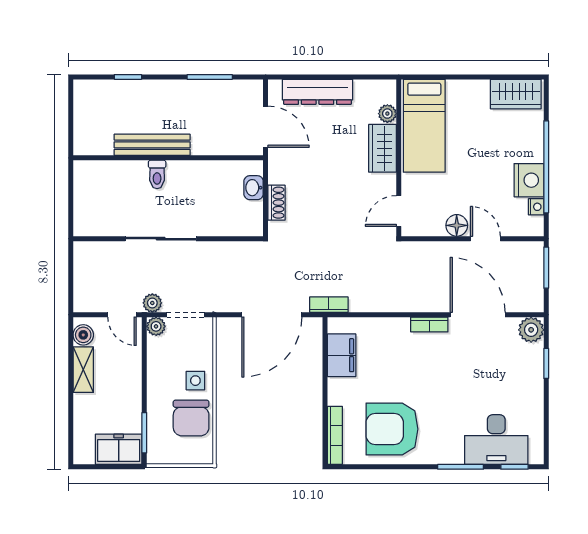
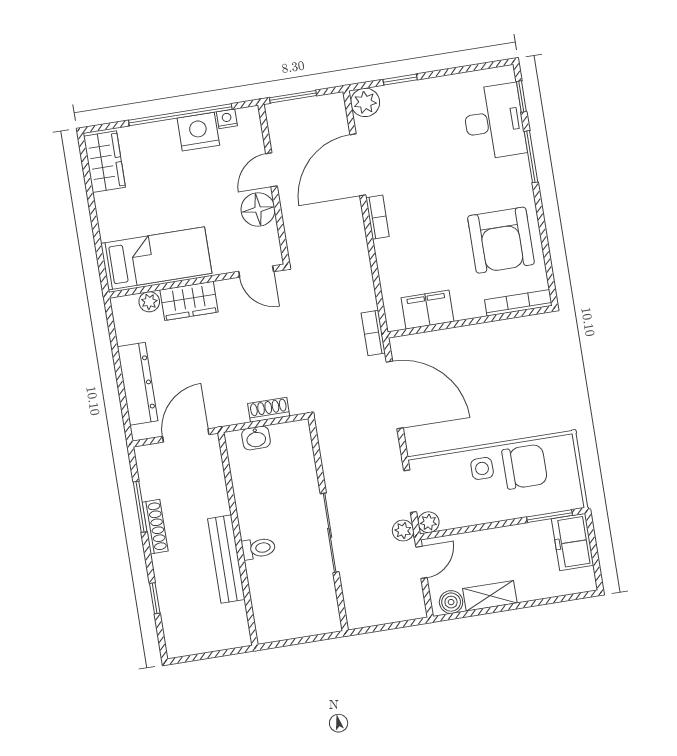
shoe rack: (190, 87) -> (155, 527), added
floor lamp: (457, 225) -> (258, 209), width x1.38, depth x1.38

